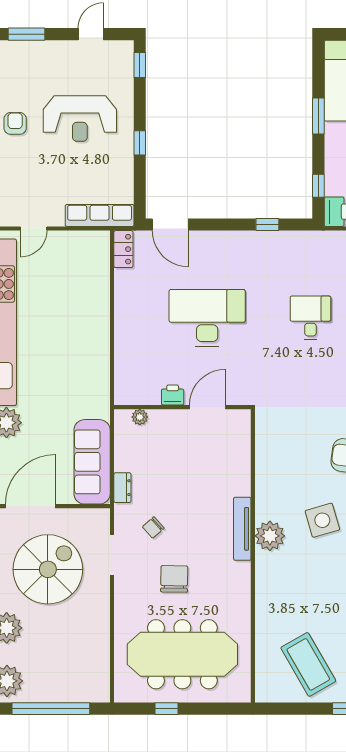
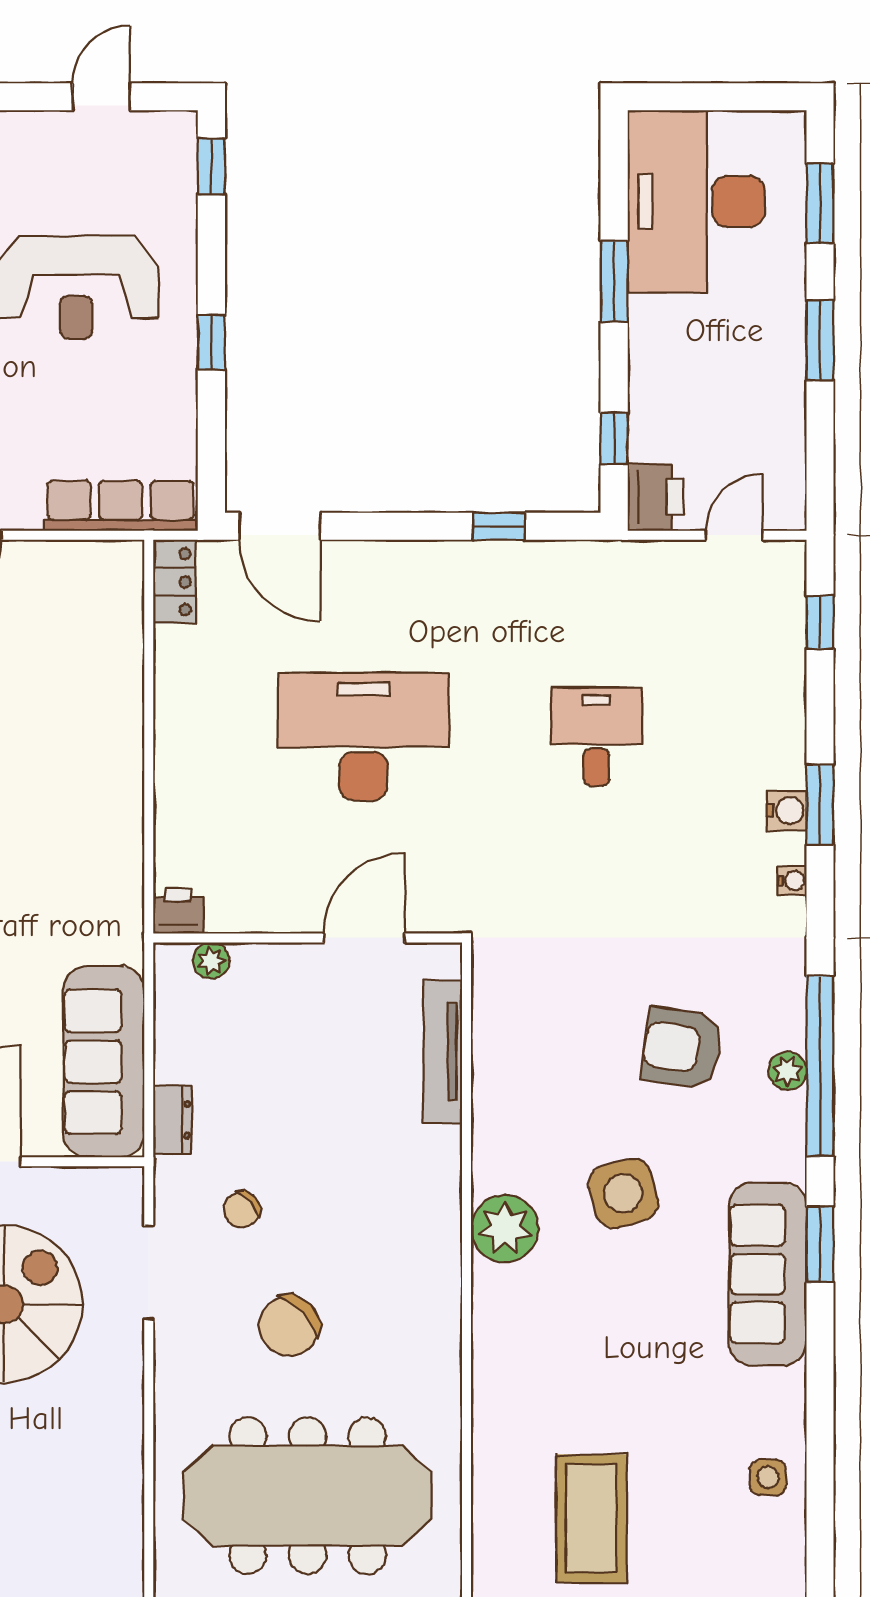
printer: (173, 395) -> (178, 911), moved
tv unit: (242, 529) -> (443, 1051), moved
chair: (174, 579) -> (289, 1326), turned -134
coffee table: (308, 664) -> (591, 1519), turned 30

